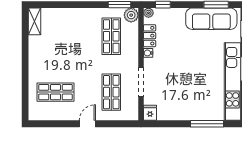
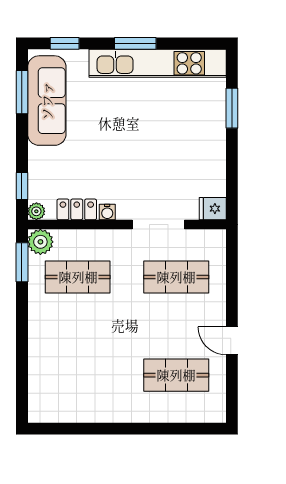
shelving: (34, 21) -> (52, 412), removed
shop shelf: (56, 92) -> (176, 375), turned 90
door: (87, 124) -> (232, 341), moved
window: (207, 124) -> (232, 108), width x0.69

